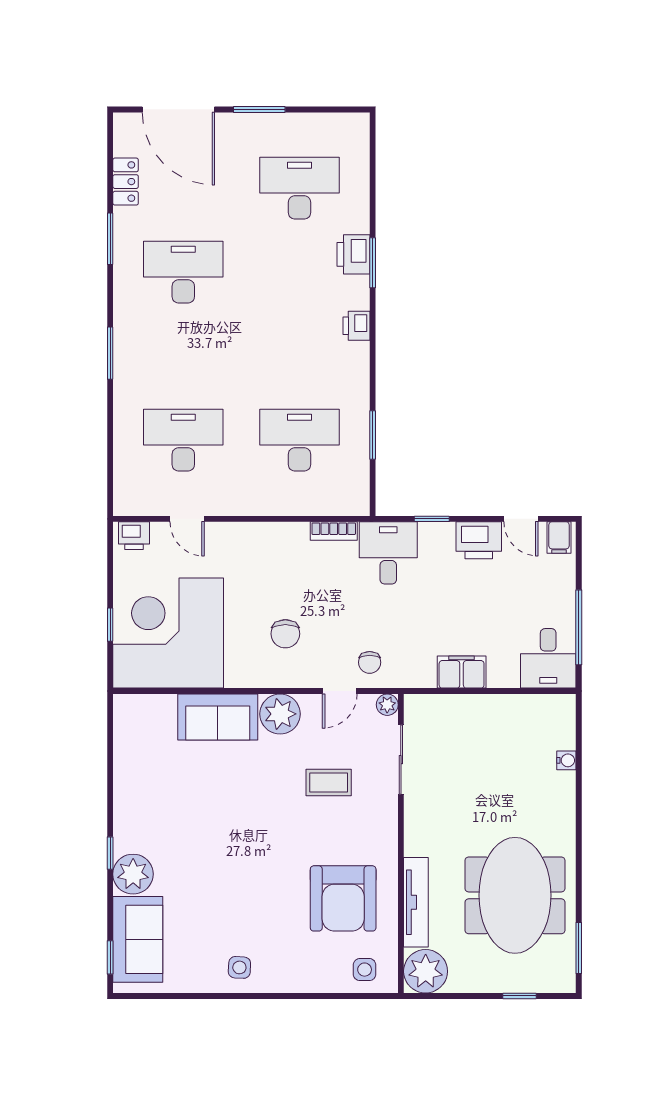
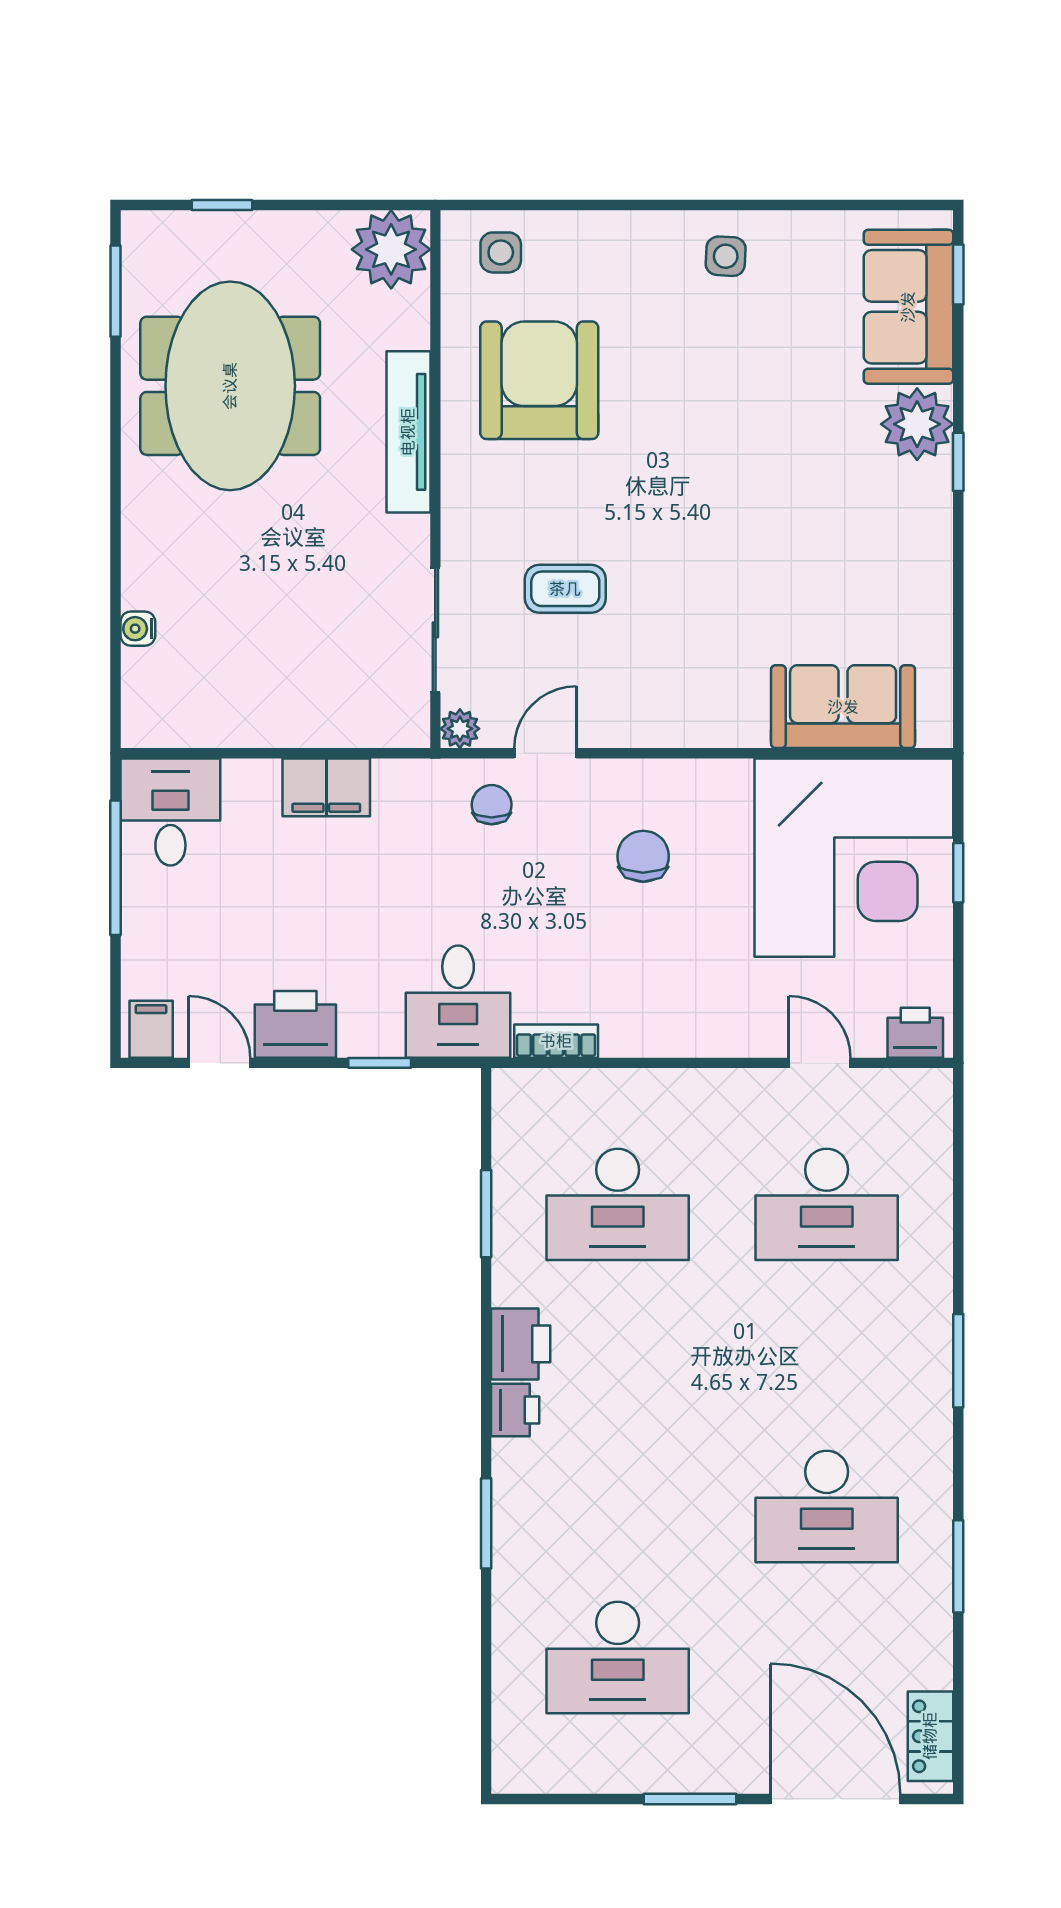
locker: (126, 182) -> (930, 1736), moved
printer: (353, 254) -> (521, 1344), moved
plant: (280, 714) -> (653, 712), removed
sofa: (218, 717) -> (843, 707), moved
tv unit: (416, 902) -> (408, 432), moved

